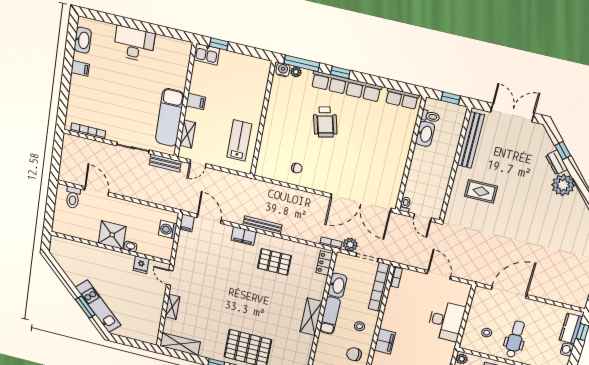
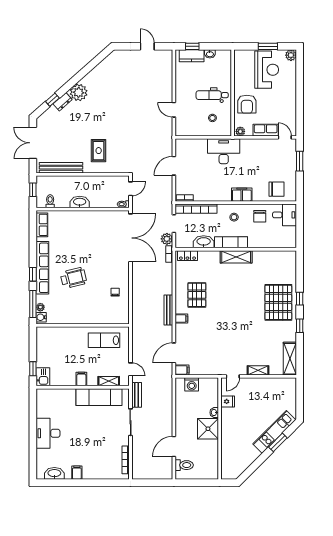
washbasin: (425, 134) -> (80, 202), moved
filing cabinet: (244, 236) -> (181, 319), width x0.50
door: (509, 292) -> (174, 110), width x0.53
desk: (446, 321) -> (224, 151), moved

